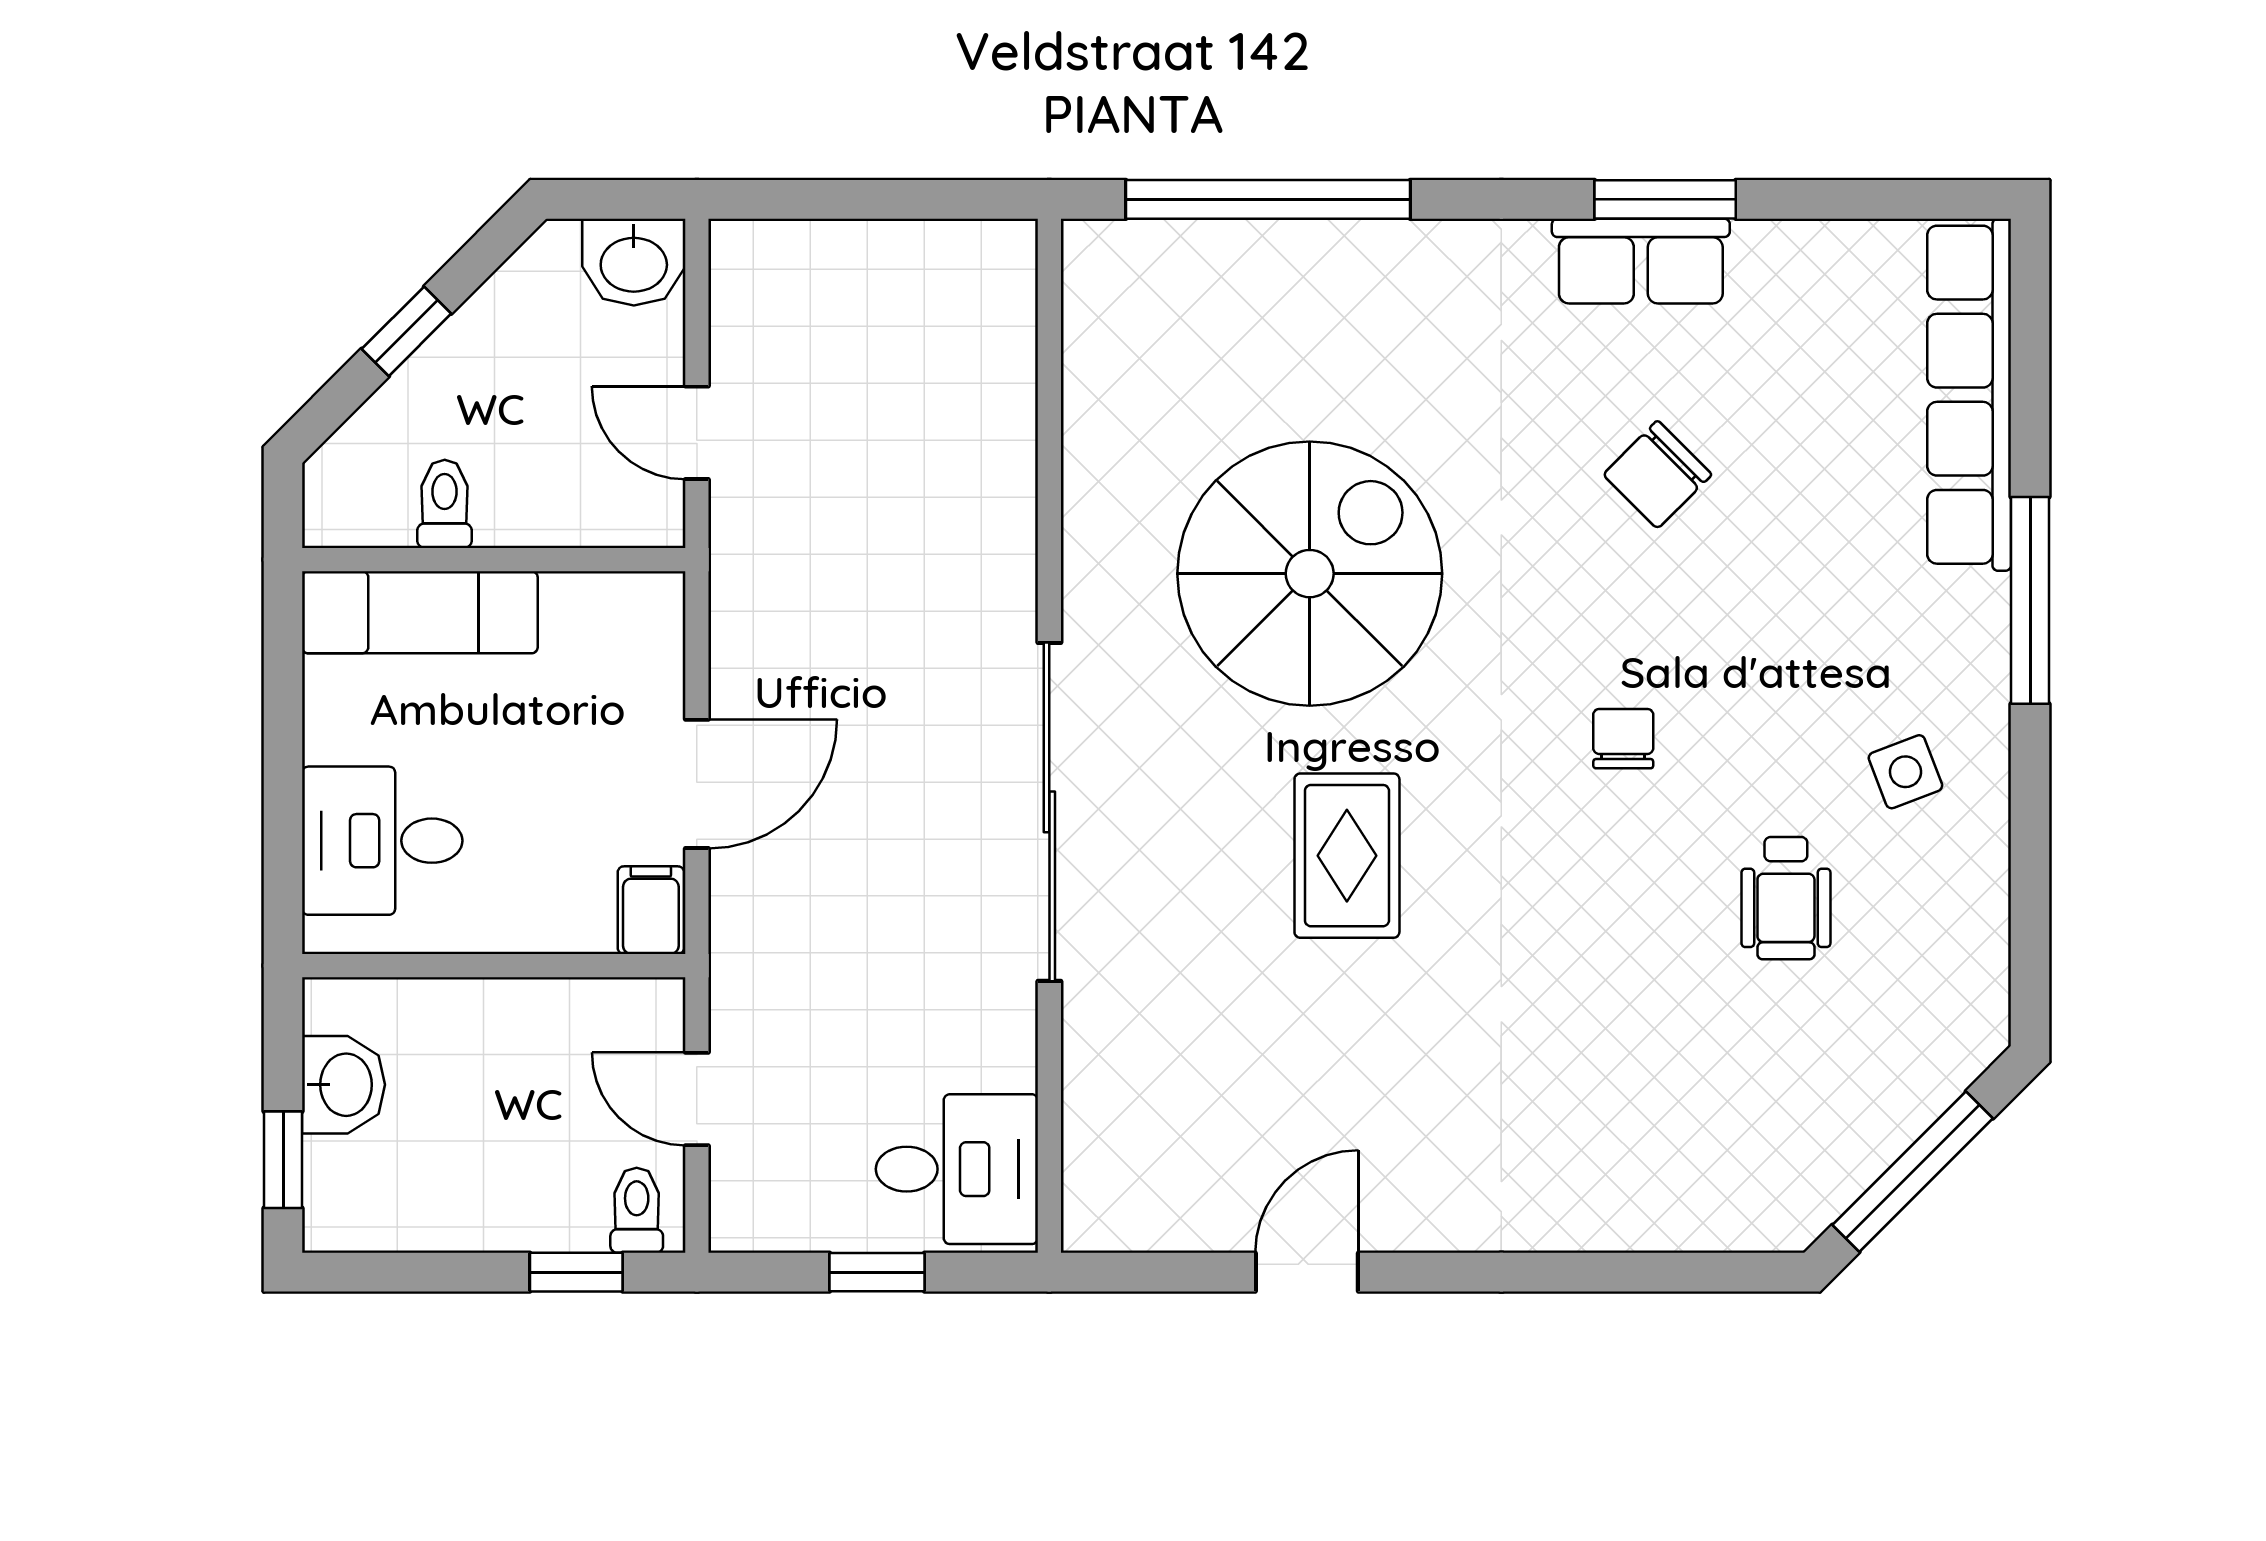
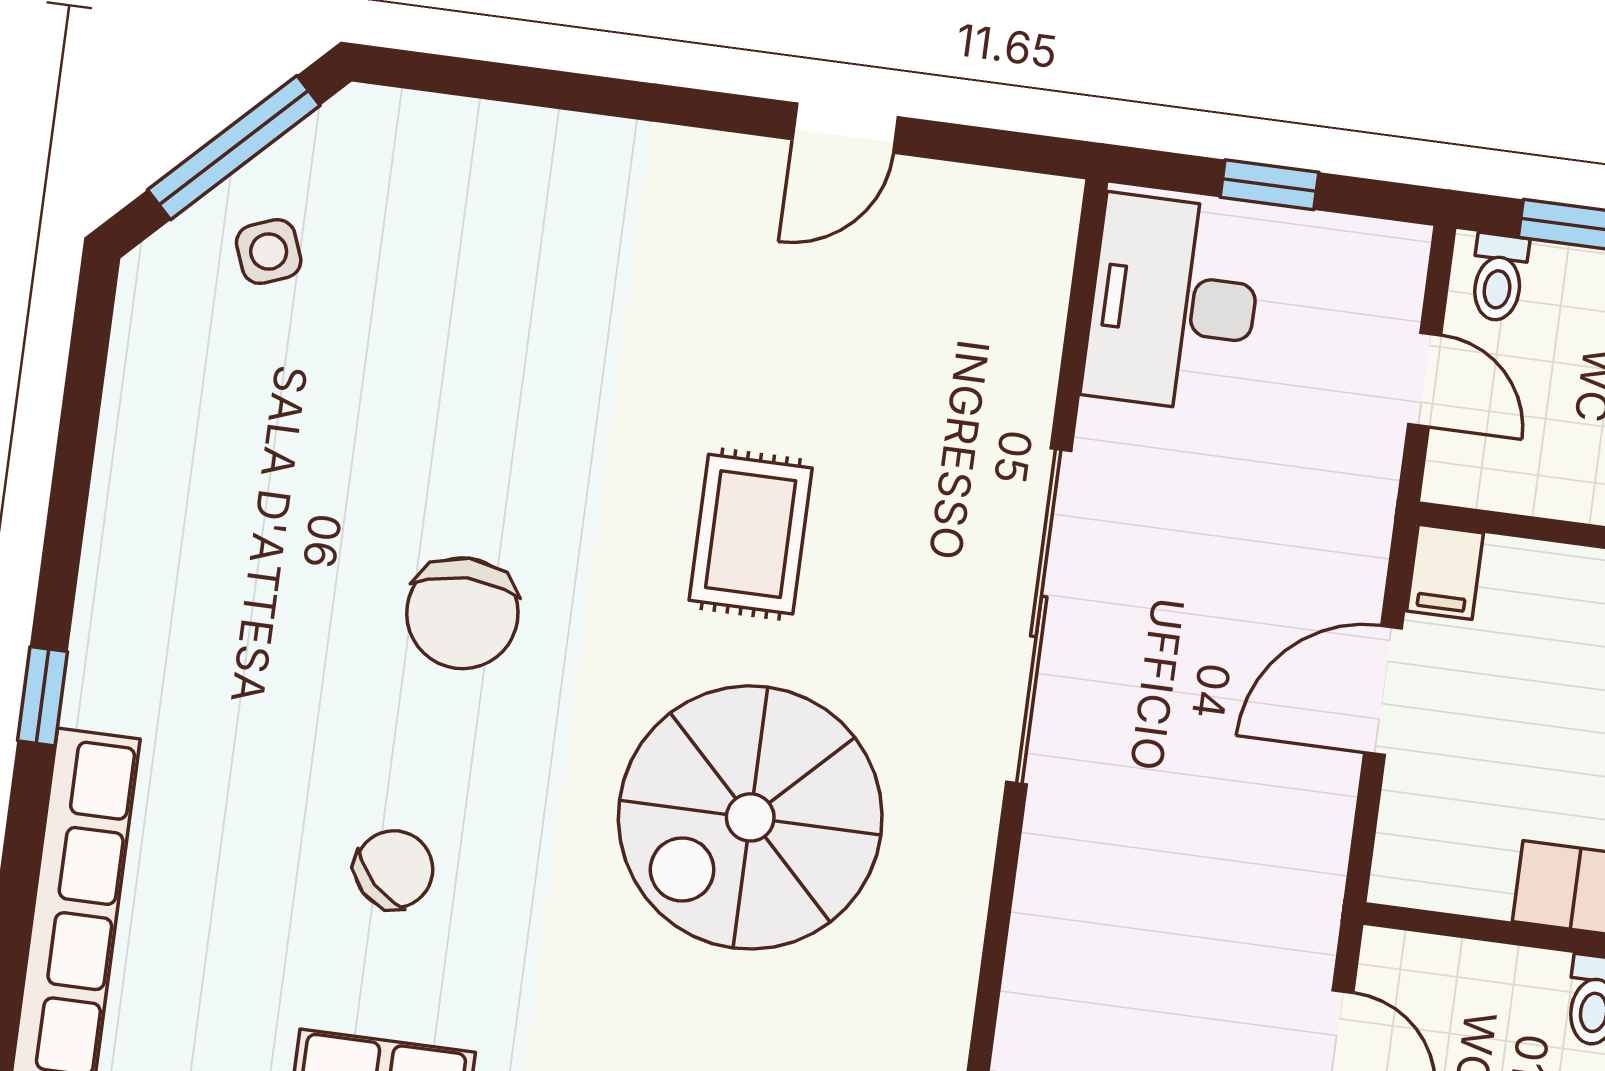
window: (2030, 600) -> (43, 696), width x0.46
chair: (1623, 739) -> (462, 613), width x1.87, depth x1.87
side table: (1905, 772) -> (269, 252), moved
wheelchair: (1786, 898) -> (323, 434), removed
desk: (957, 1169) -> (1173, 304), width x1.37

